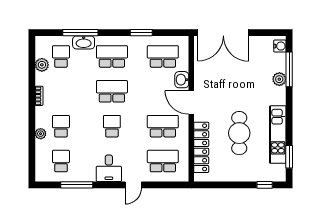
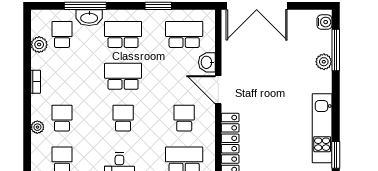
school desk: (163, 126) -> (184, 118), width x0.54
cafe table: (239, 133) -> (276, 126), removed

